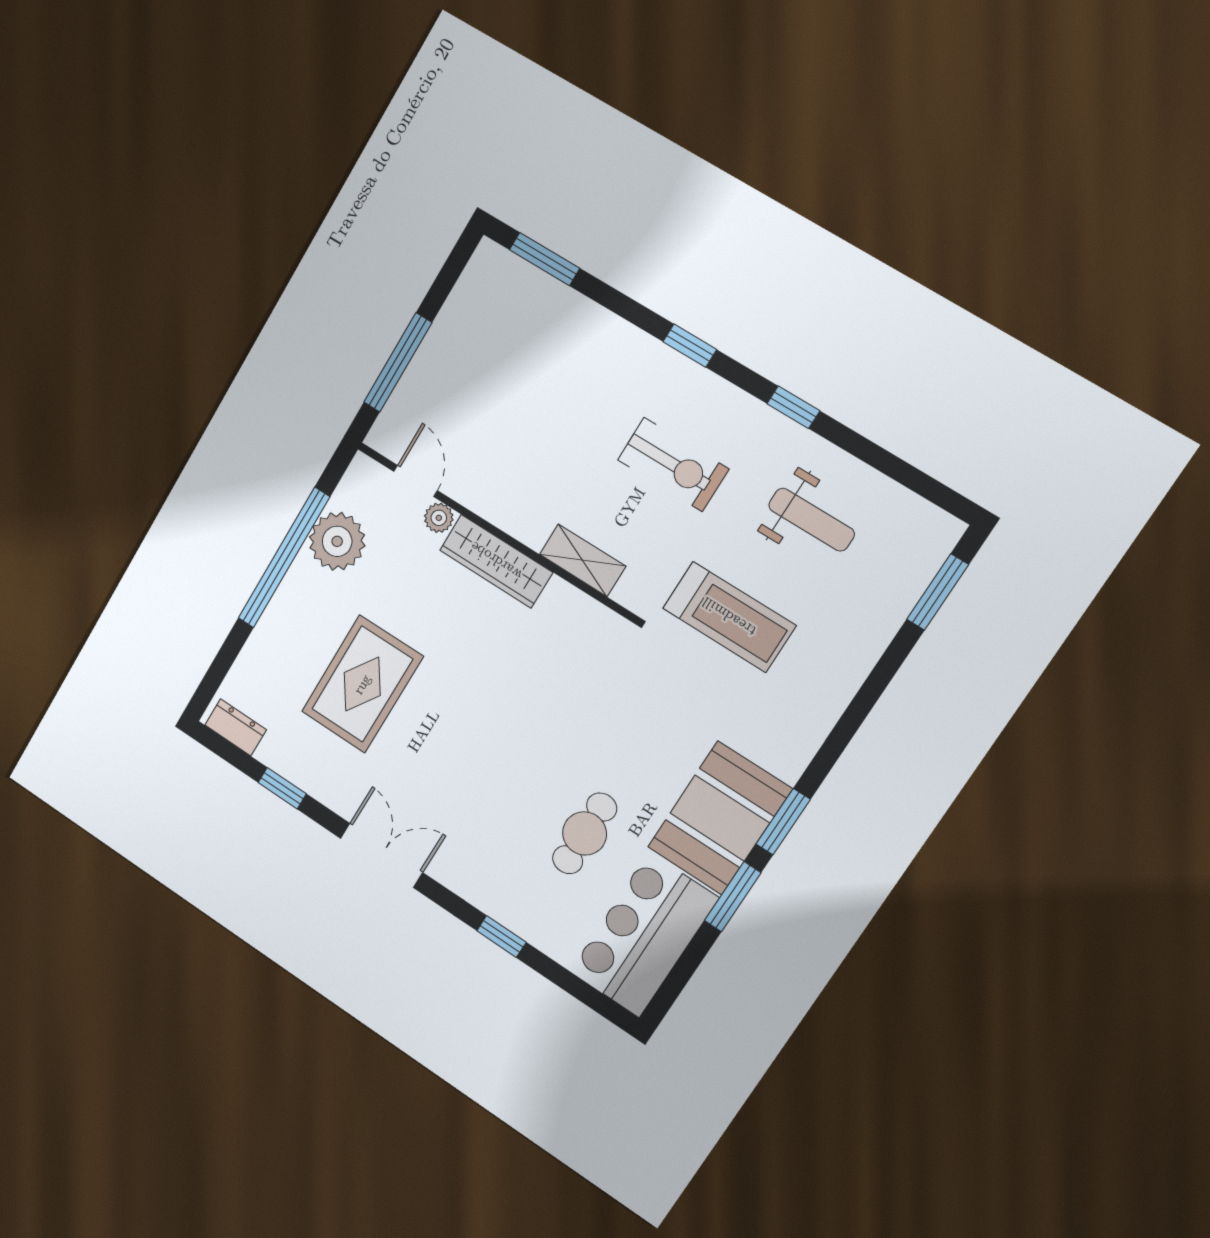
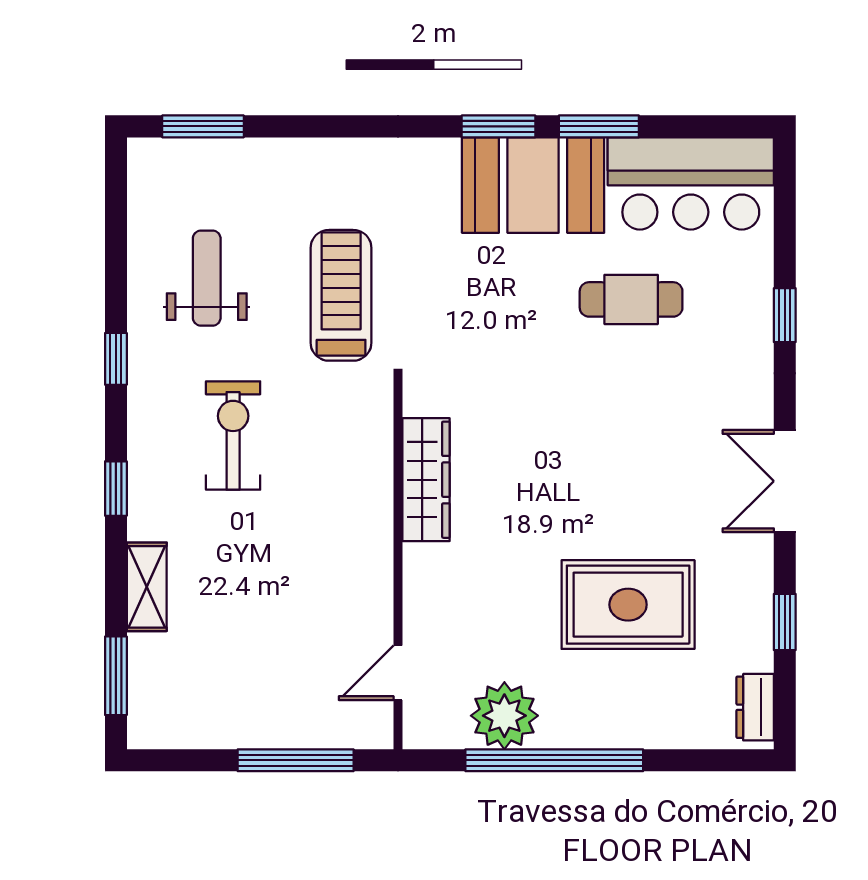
plant: (439, 518) -> (419, 628), removed
shelving: (583, 560) -> (147, 587), moved
wardrobe: (496, 561) -> (426, 480), moved

